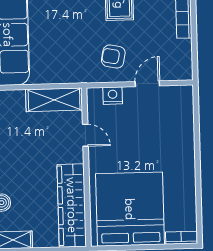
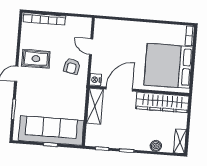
nightstand: (113, 96) -> (95, 80), moved
door: (85, 135) -> (119, 89), width x1.88

